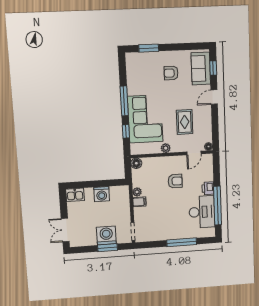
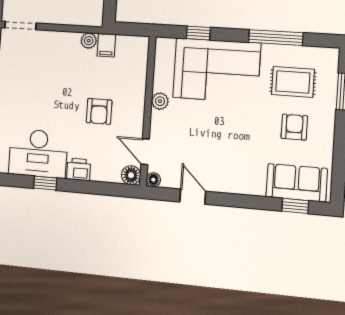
door: (214, 97) -> (193, 197), moved
window: (124, 101) -> (276, 38), moved
rug: (185, 122) -> (293, 82), moved
floor lamp: (136, 163) -> (131, 175), moved
filing cabinet: (139, 202) -> (106, 45), moved
window: (218, 206) -> (45, 183), width x0.32

